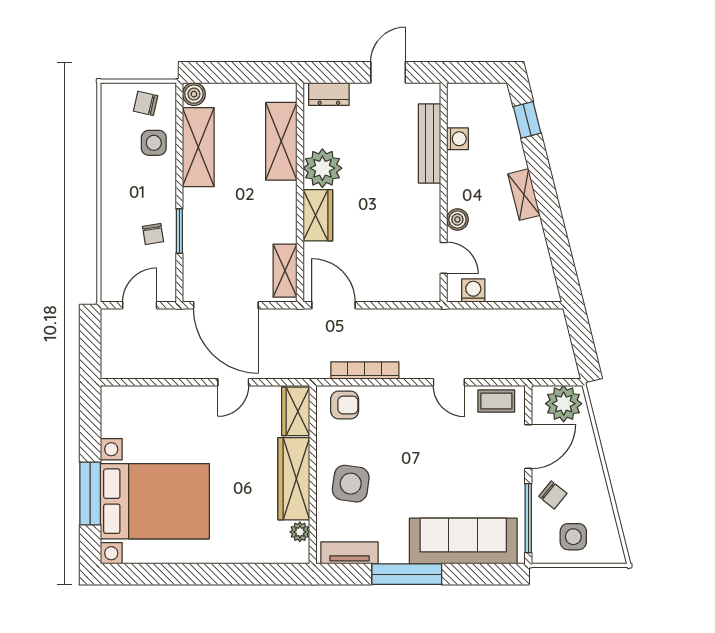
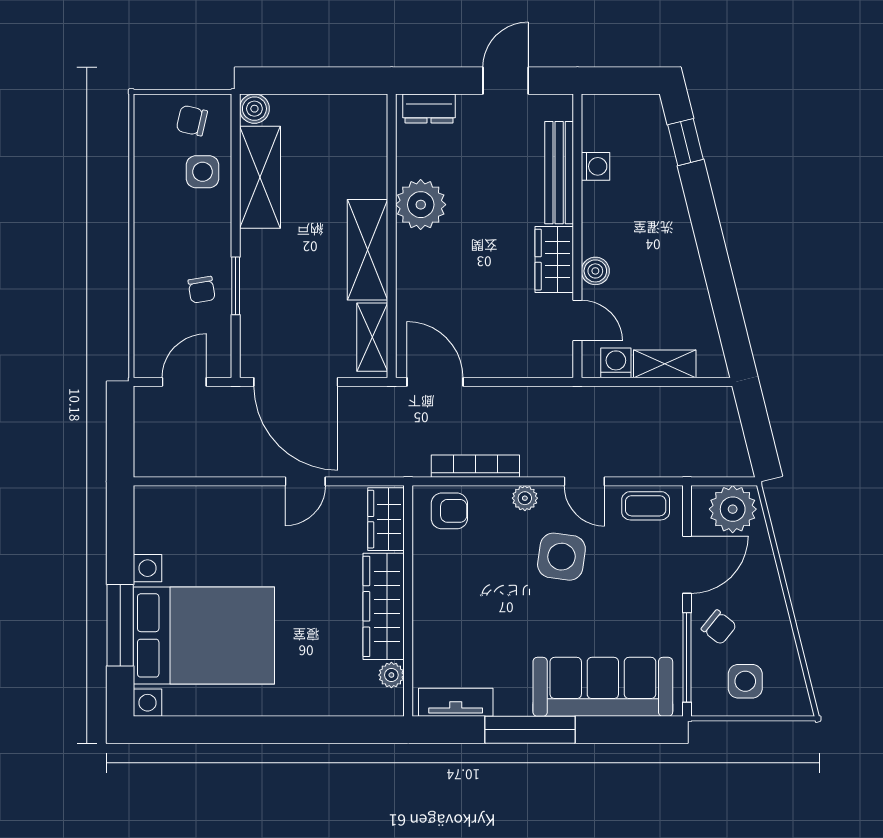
shelving: (281, 141) -> (367, 250), moved
shelving: (524, 195) -> (665, 364), moved, turned -76
wardrobe: (318, 215) -> (554, 260), moved, turned 180
plant: (403, 395) -> (525, 498), added
side table: (351, 484) -> (561, 557), moved

